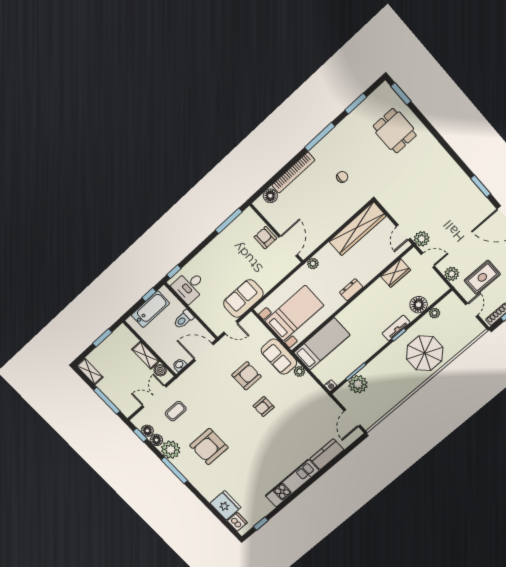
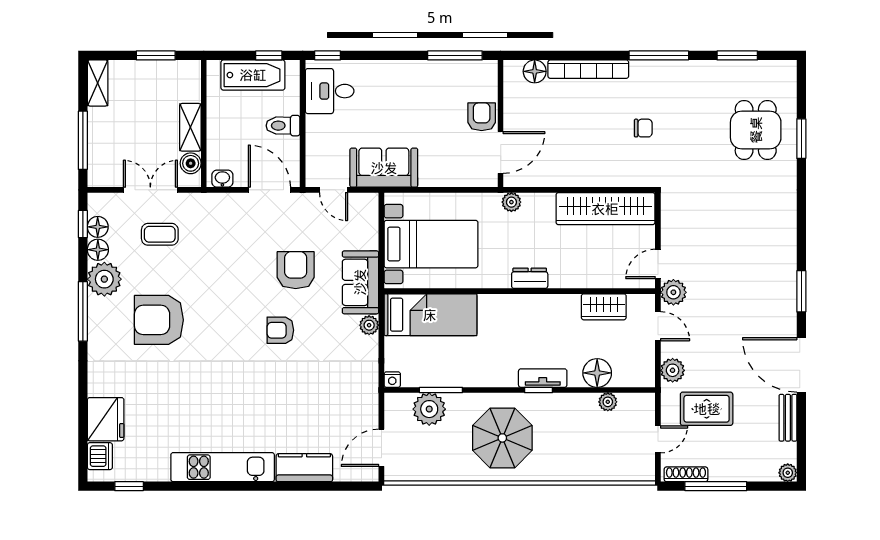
window: (401, 94) -> (801, 139), moved
parasol: (425, 353) -> (502, 438), moved
armchair: (247, 376) -> (296, 270), turned -90

